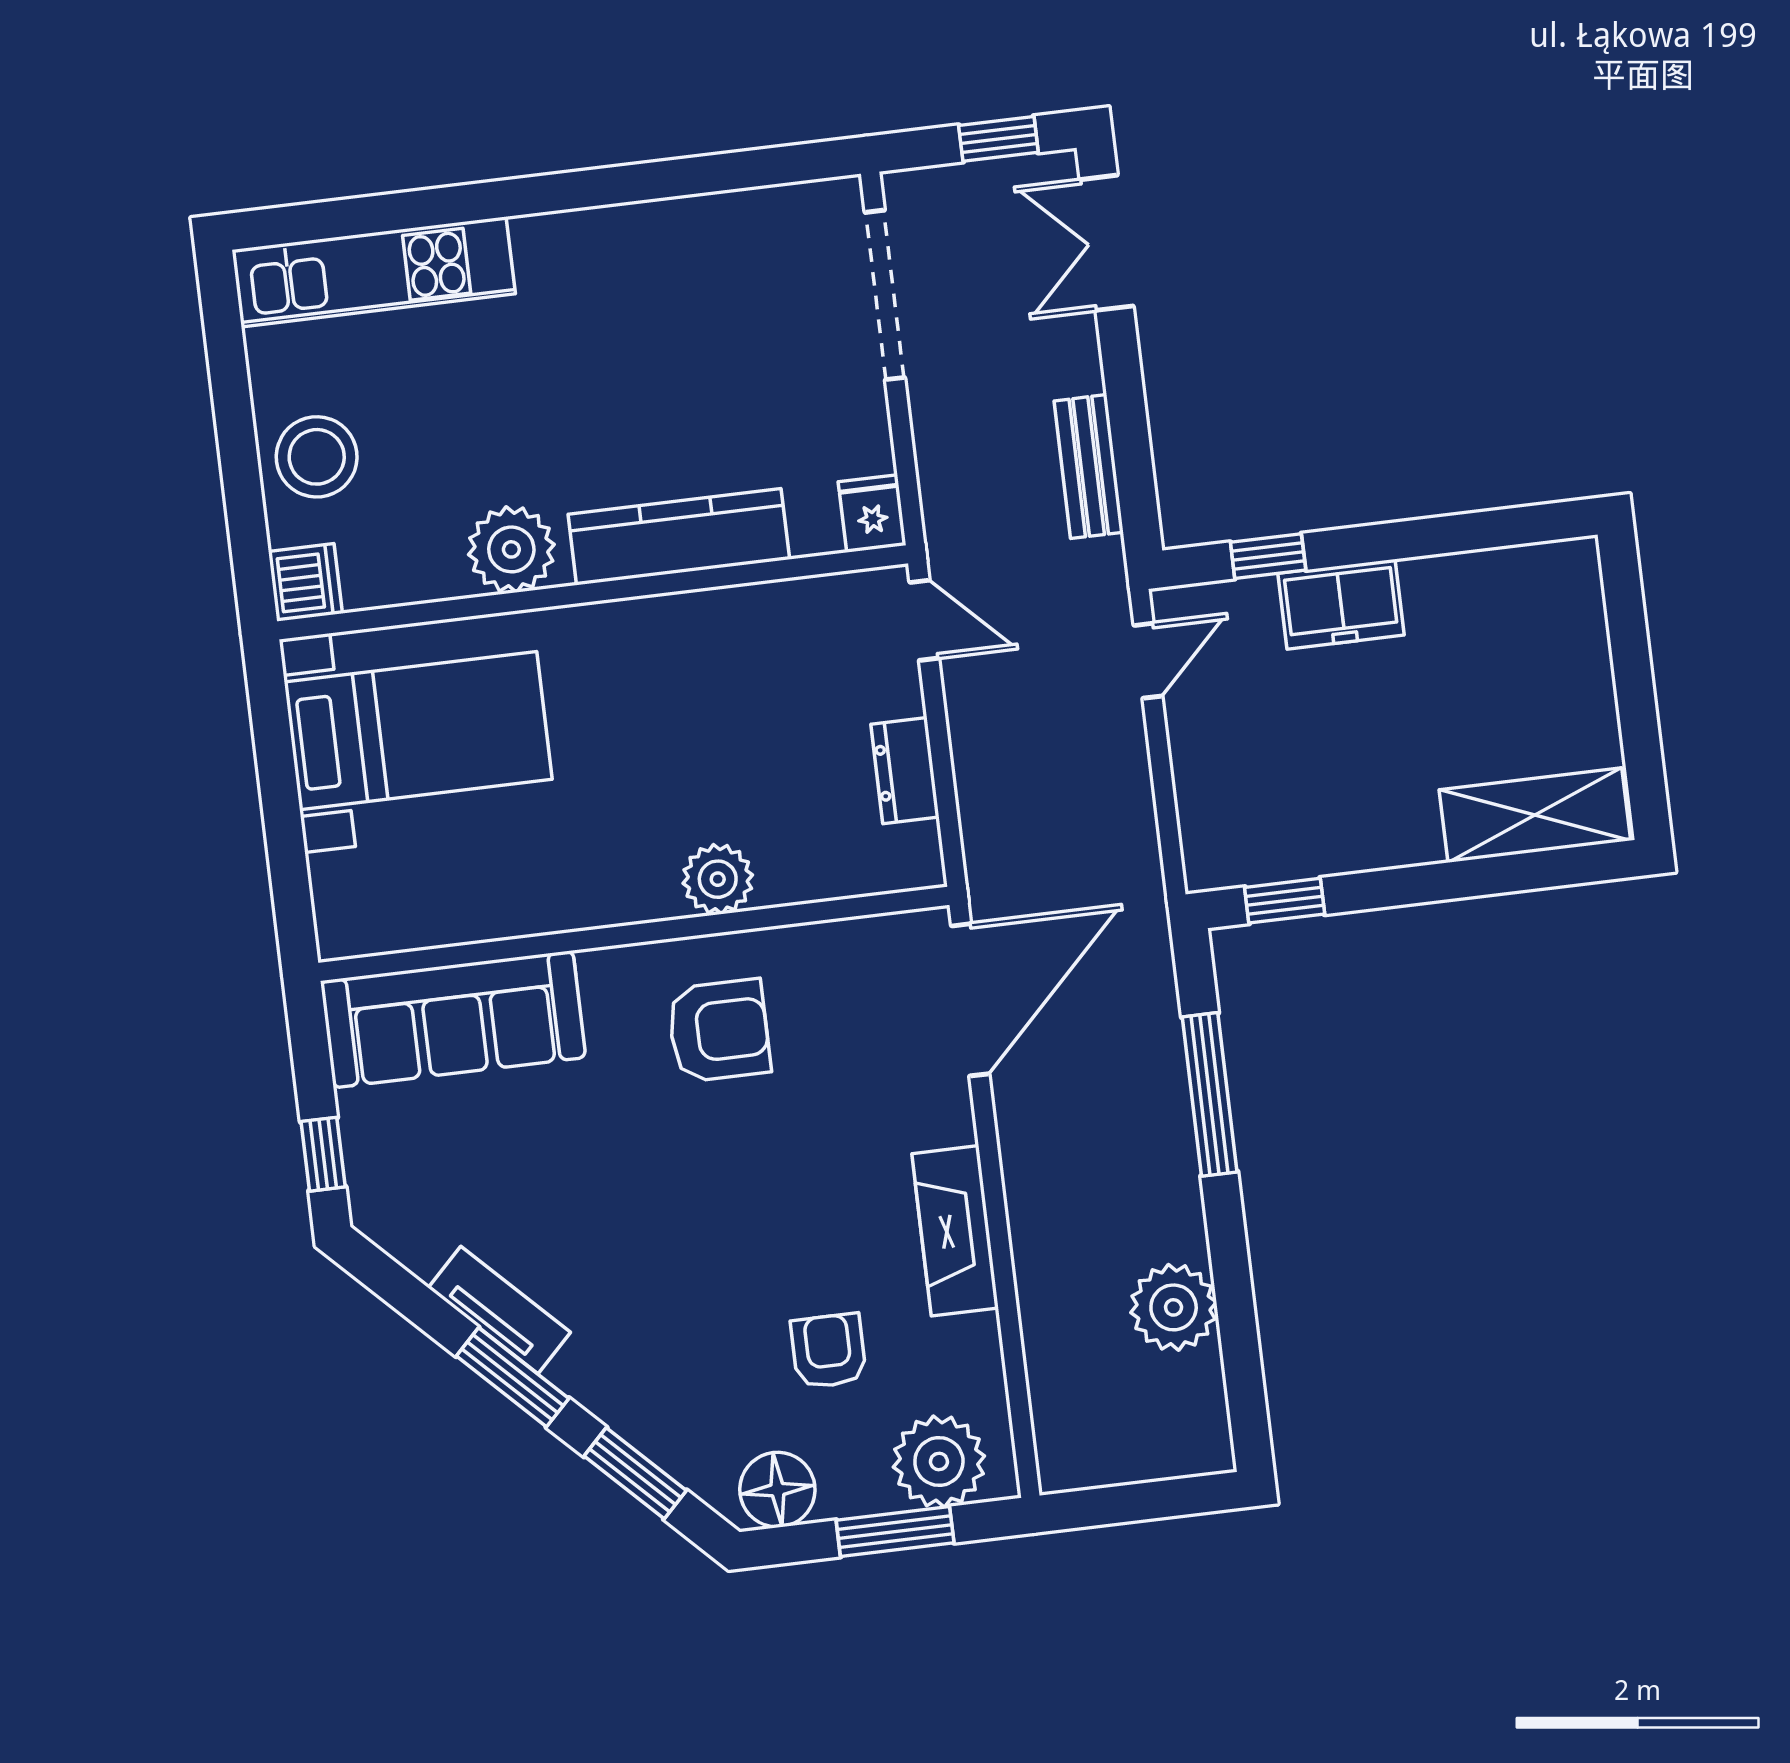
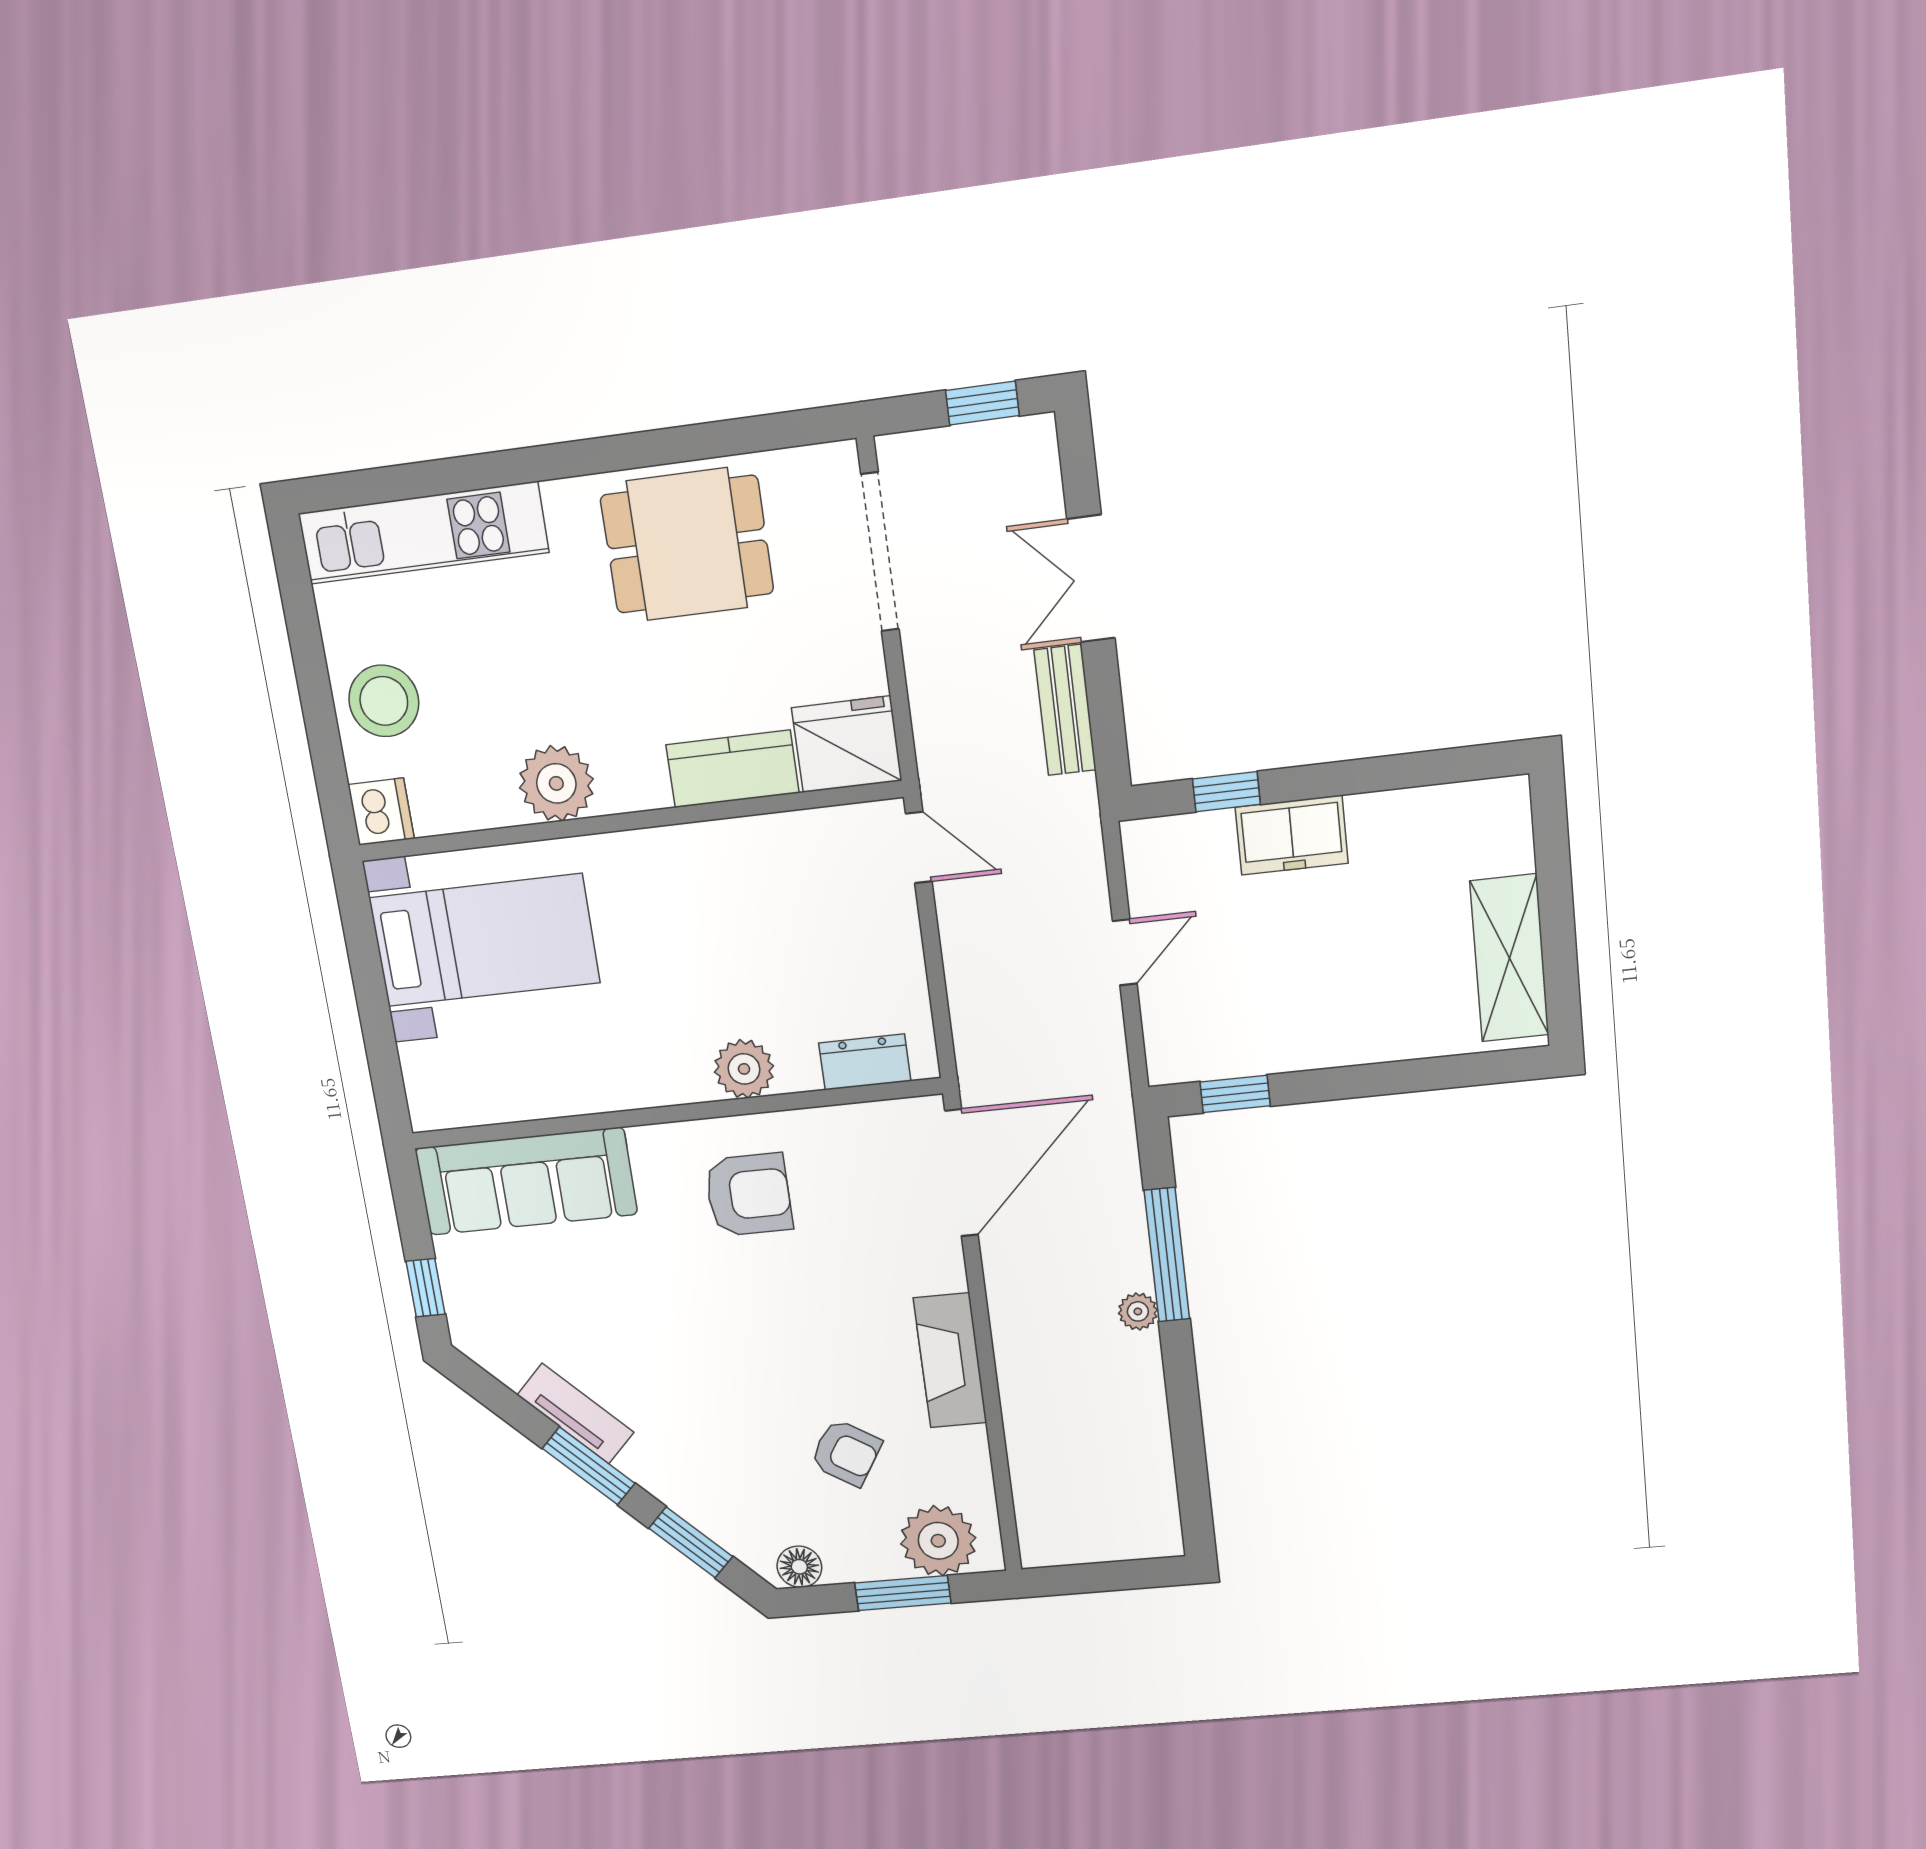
double door: (1107, 243) -> (1091, 579), moved
dining table: (671, 286) -> (687, 544), added
fridge: (872, 513) -> (847, 744), width x1.88, depth x1.34
kitchen counter: (679, 537) -> (733, 769), width x0.67
door: (1148, 661) -> (1125, 952), moved
dresser: (905, 771) -> (865, 1062), moved, turned 90
shelving: (1535, 815) -> (1509, 958), moved, turned 90
plant: (1174, 1307) -> (1138, 1311), moved, width x0.53, depth x0.53
armchair: (828, 1351) -> (846, 1453), turned 122
floor lamp: (777, 1490) -> (799, 1567), width x0.73, depth x0.73

